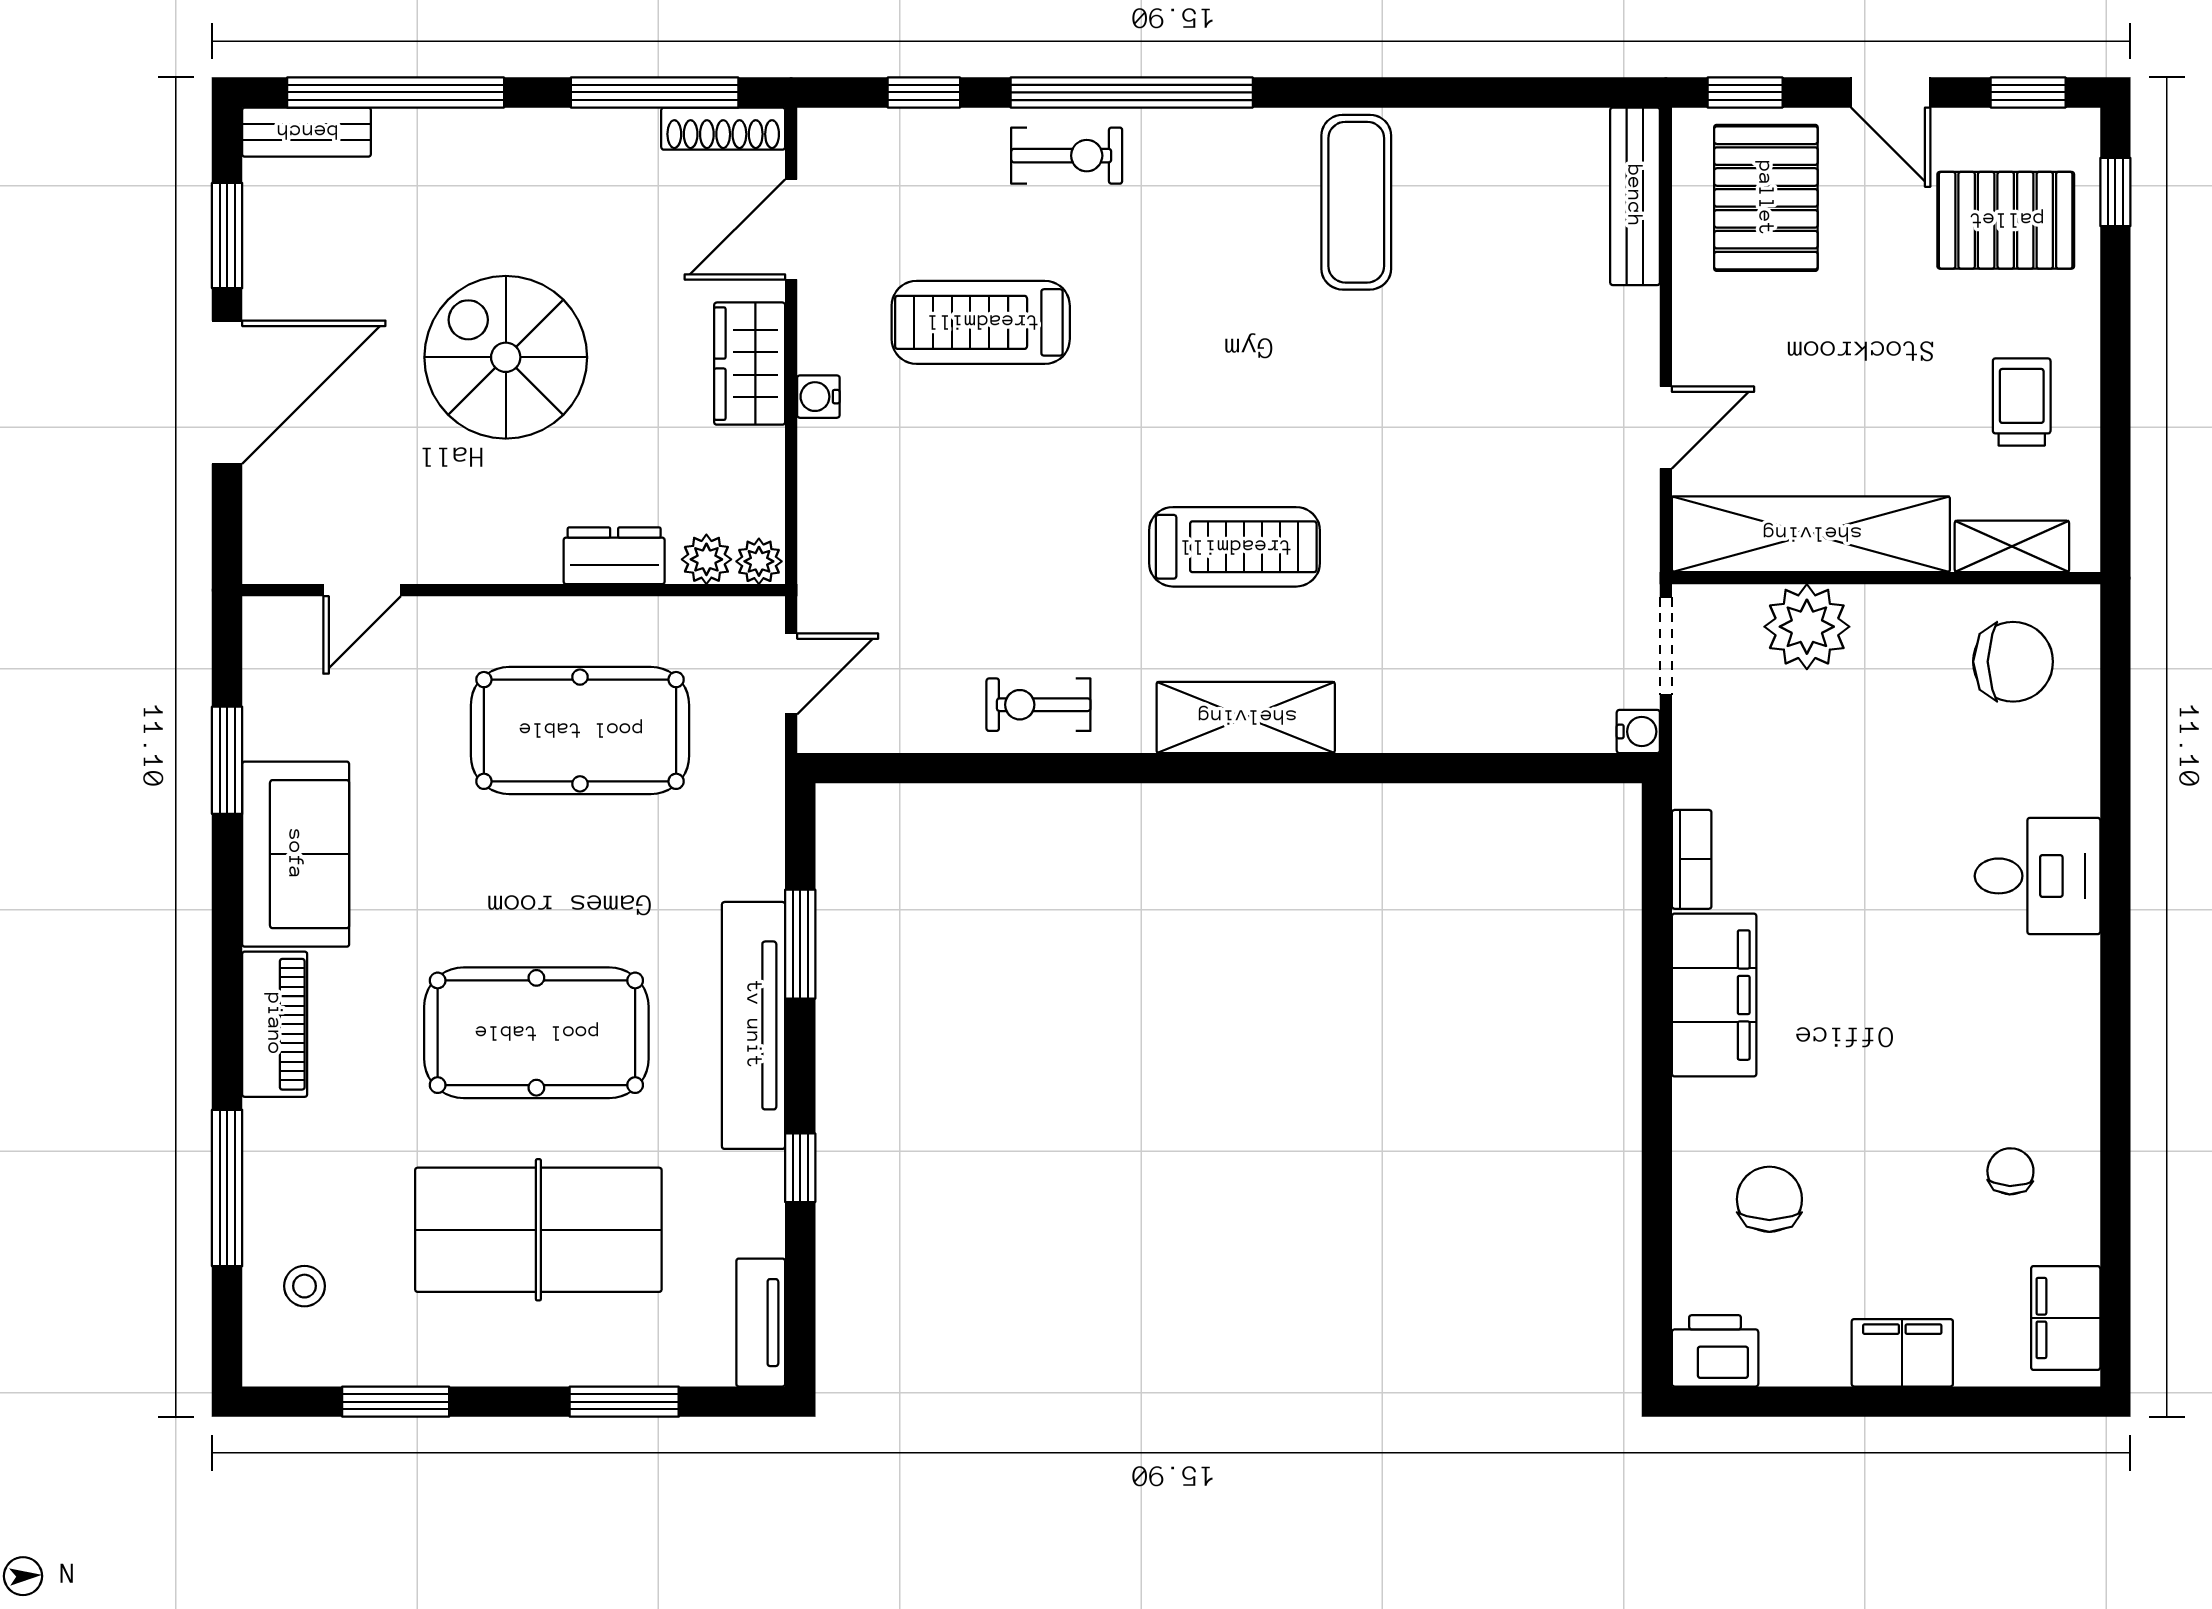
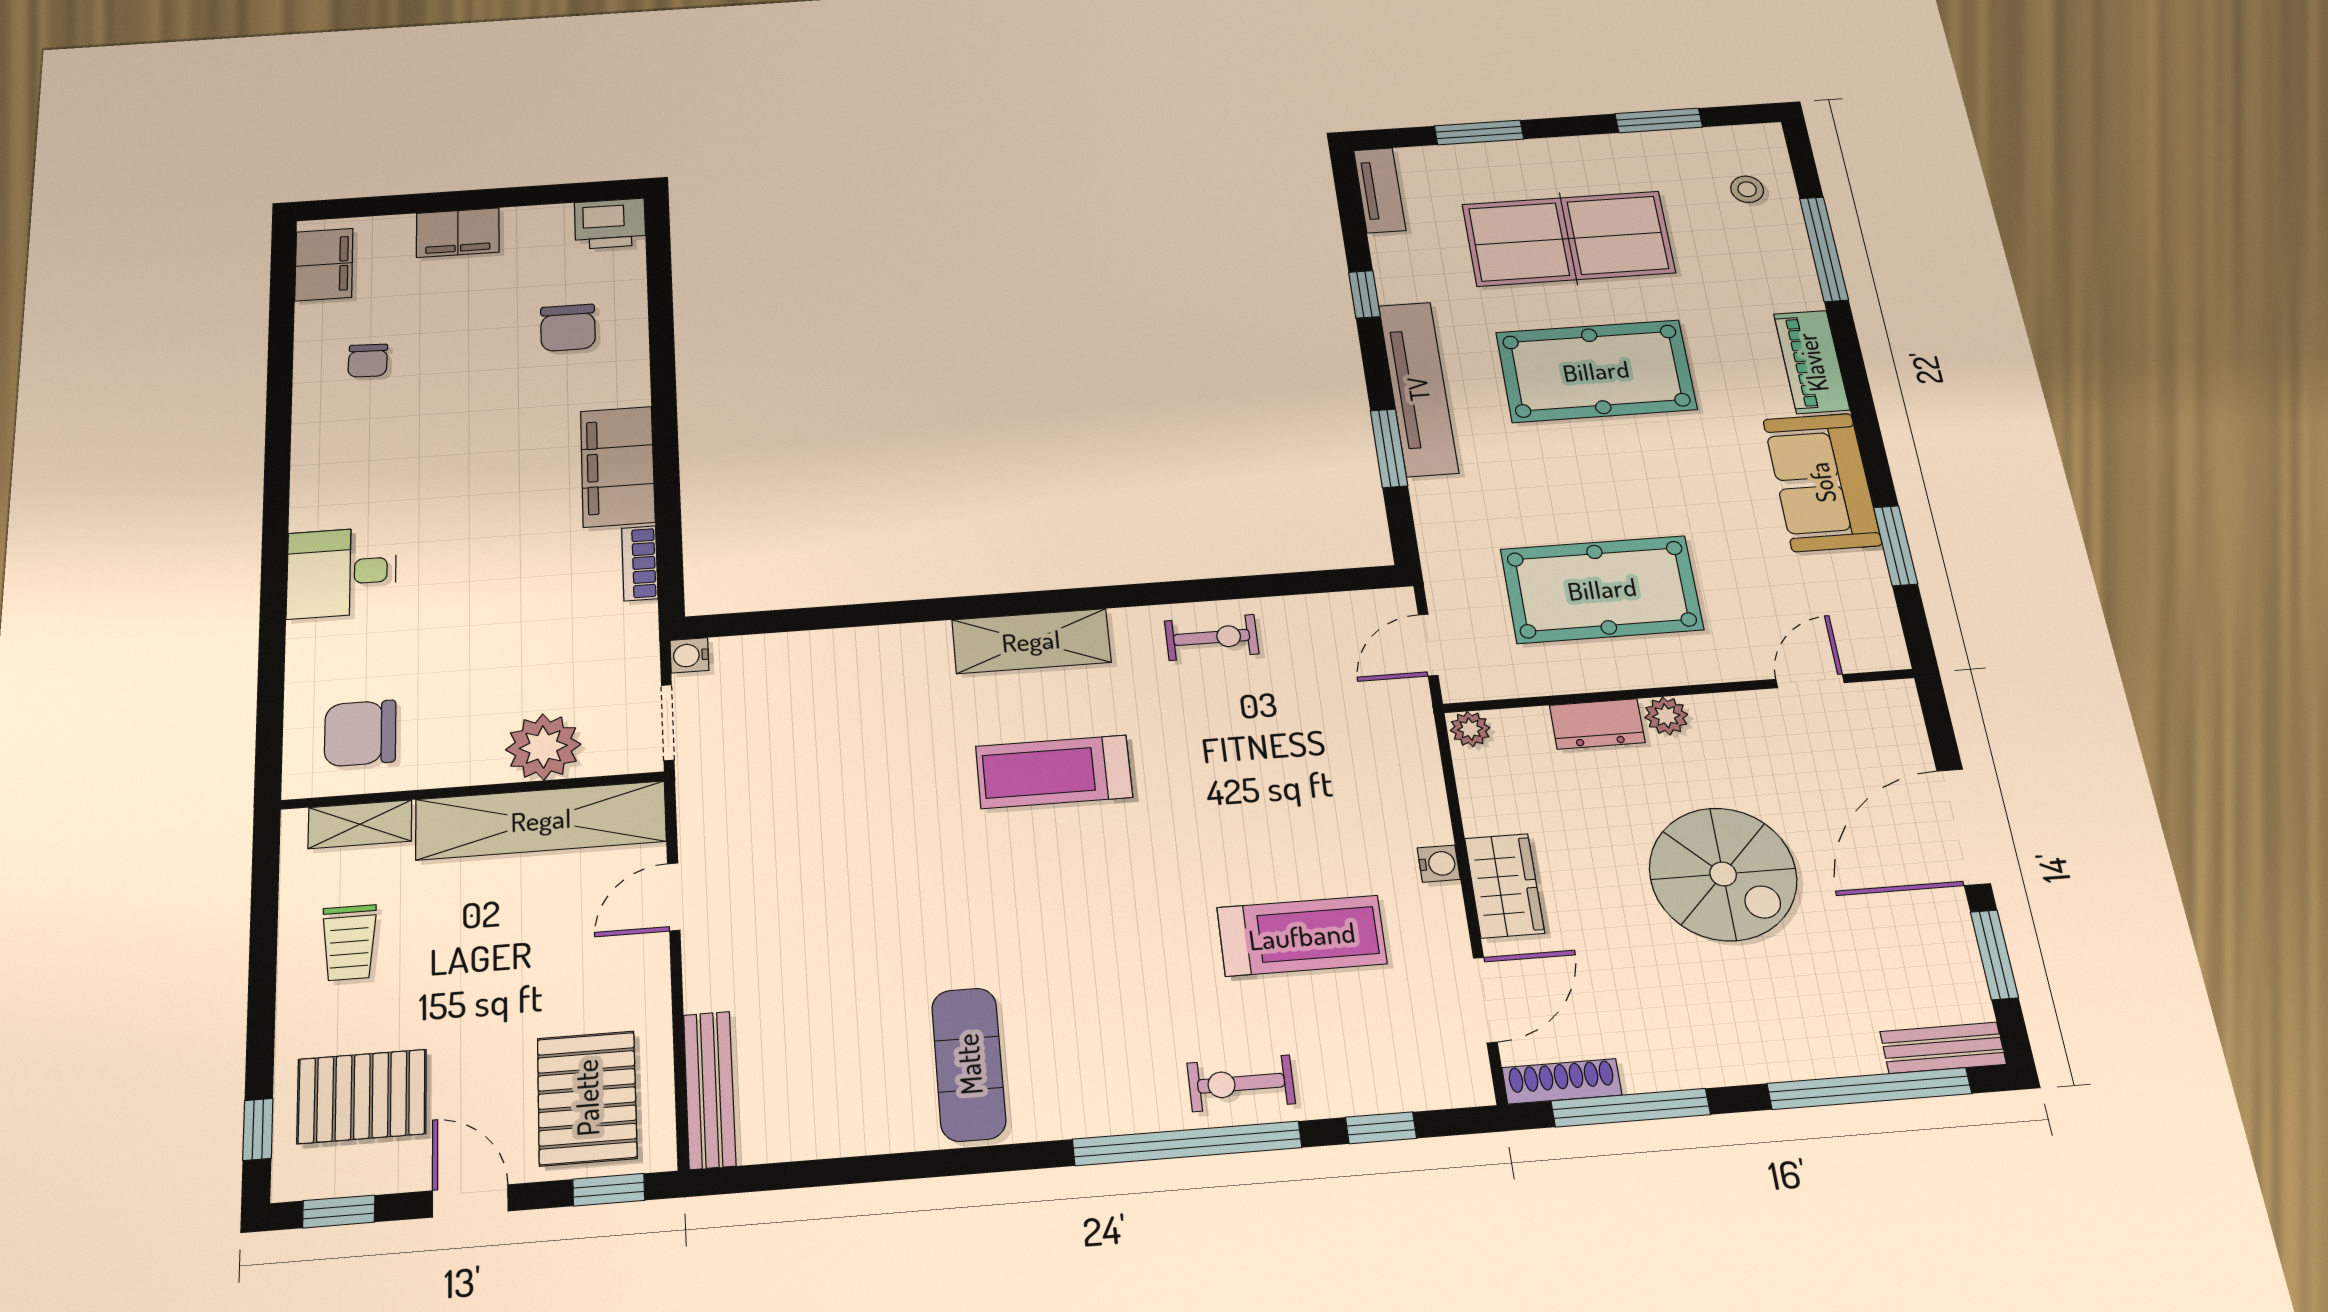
plant: (706, 559) -> (1666, 716), moved

